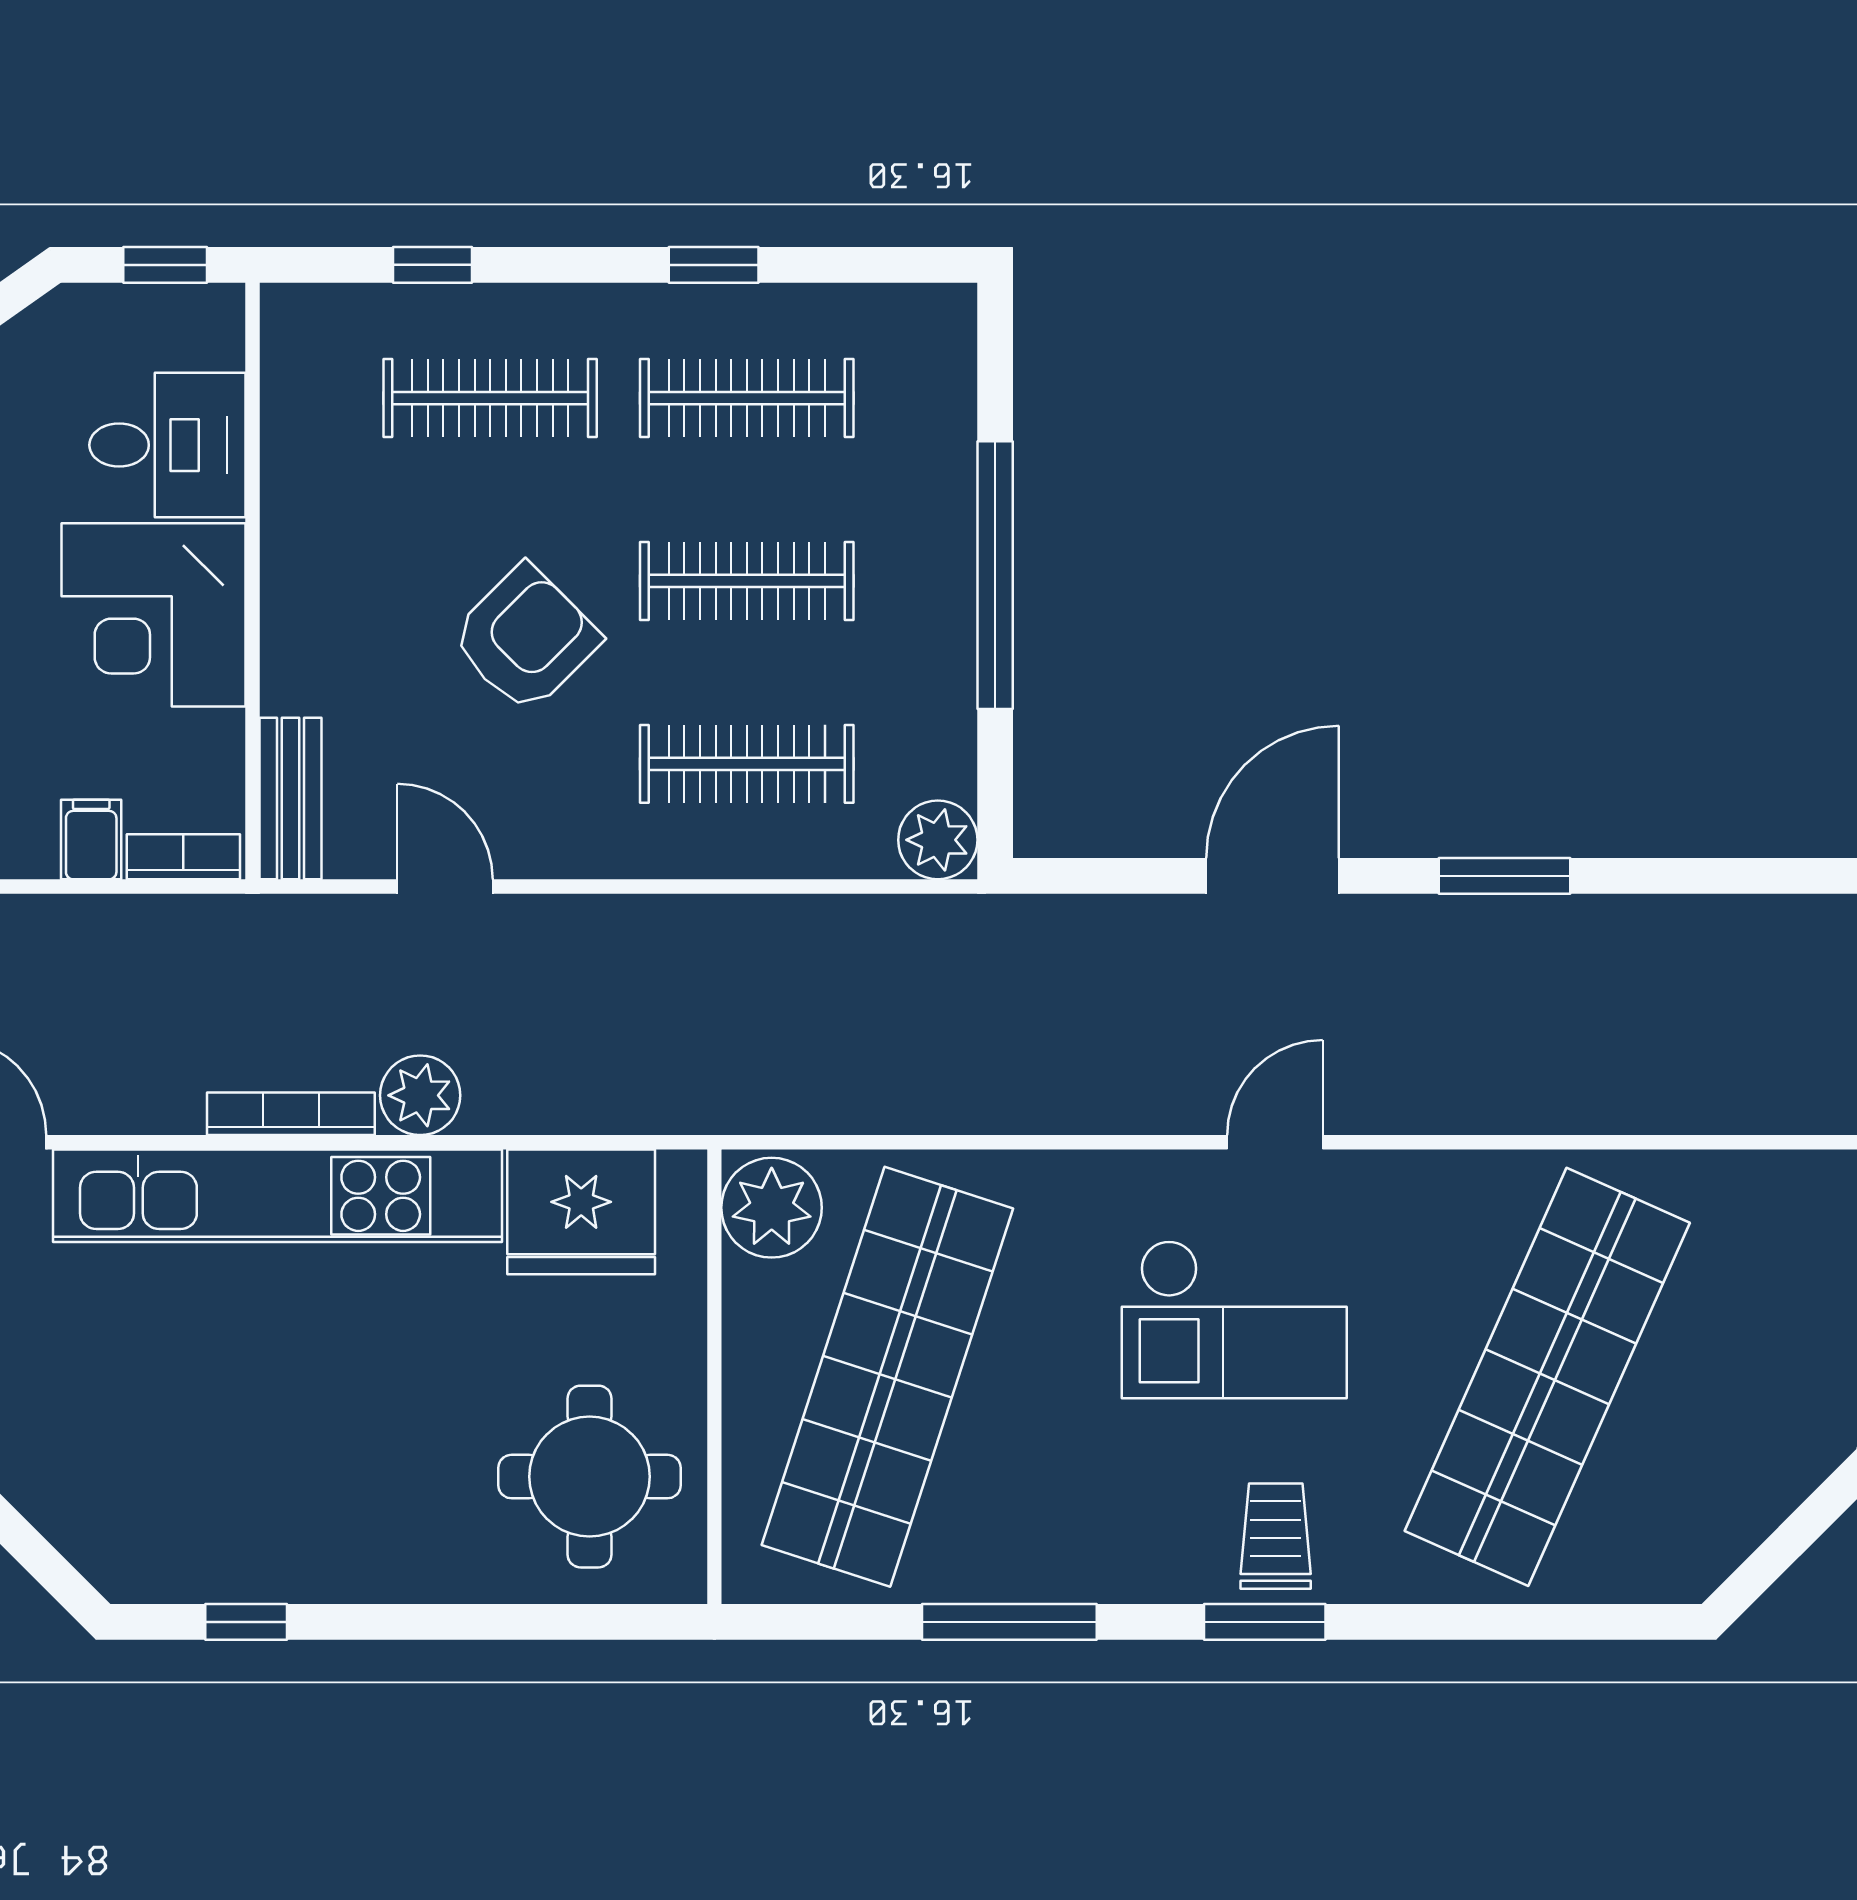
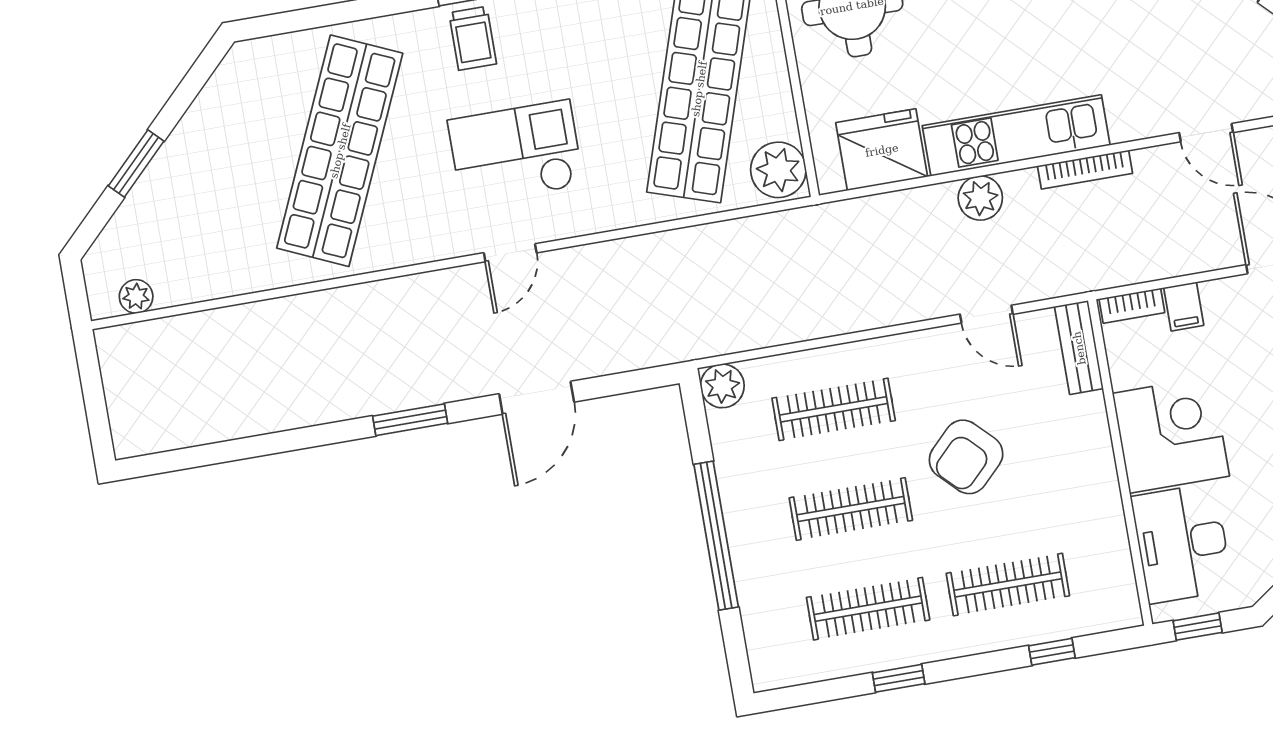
desk: (167, 445) -> (1182, 543), width x1.37
bookcase: (291, 1114) -> (1085, 170), moved
kitchen unit: (277, 1196) -> (1016, 135), width x0.73

